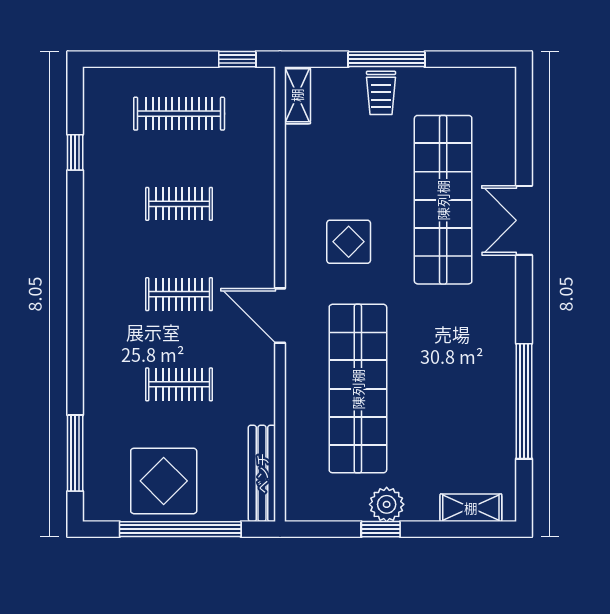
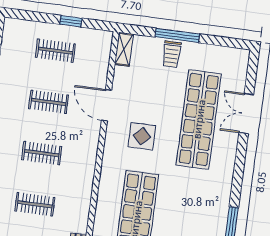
window: (237, 59) -> (71, 21), moved
clothes rail: (179, 114) -> (55, 51), width x0.73
double door: (524, 220) -> (246, 114), moved
door: (280, 316) -> (106, 105), moved

